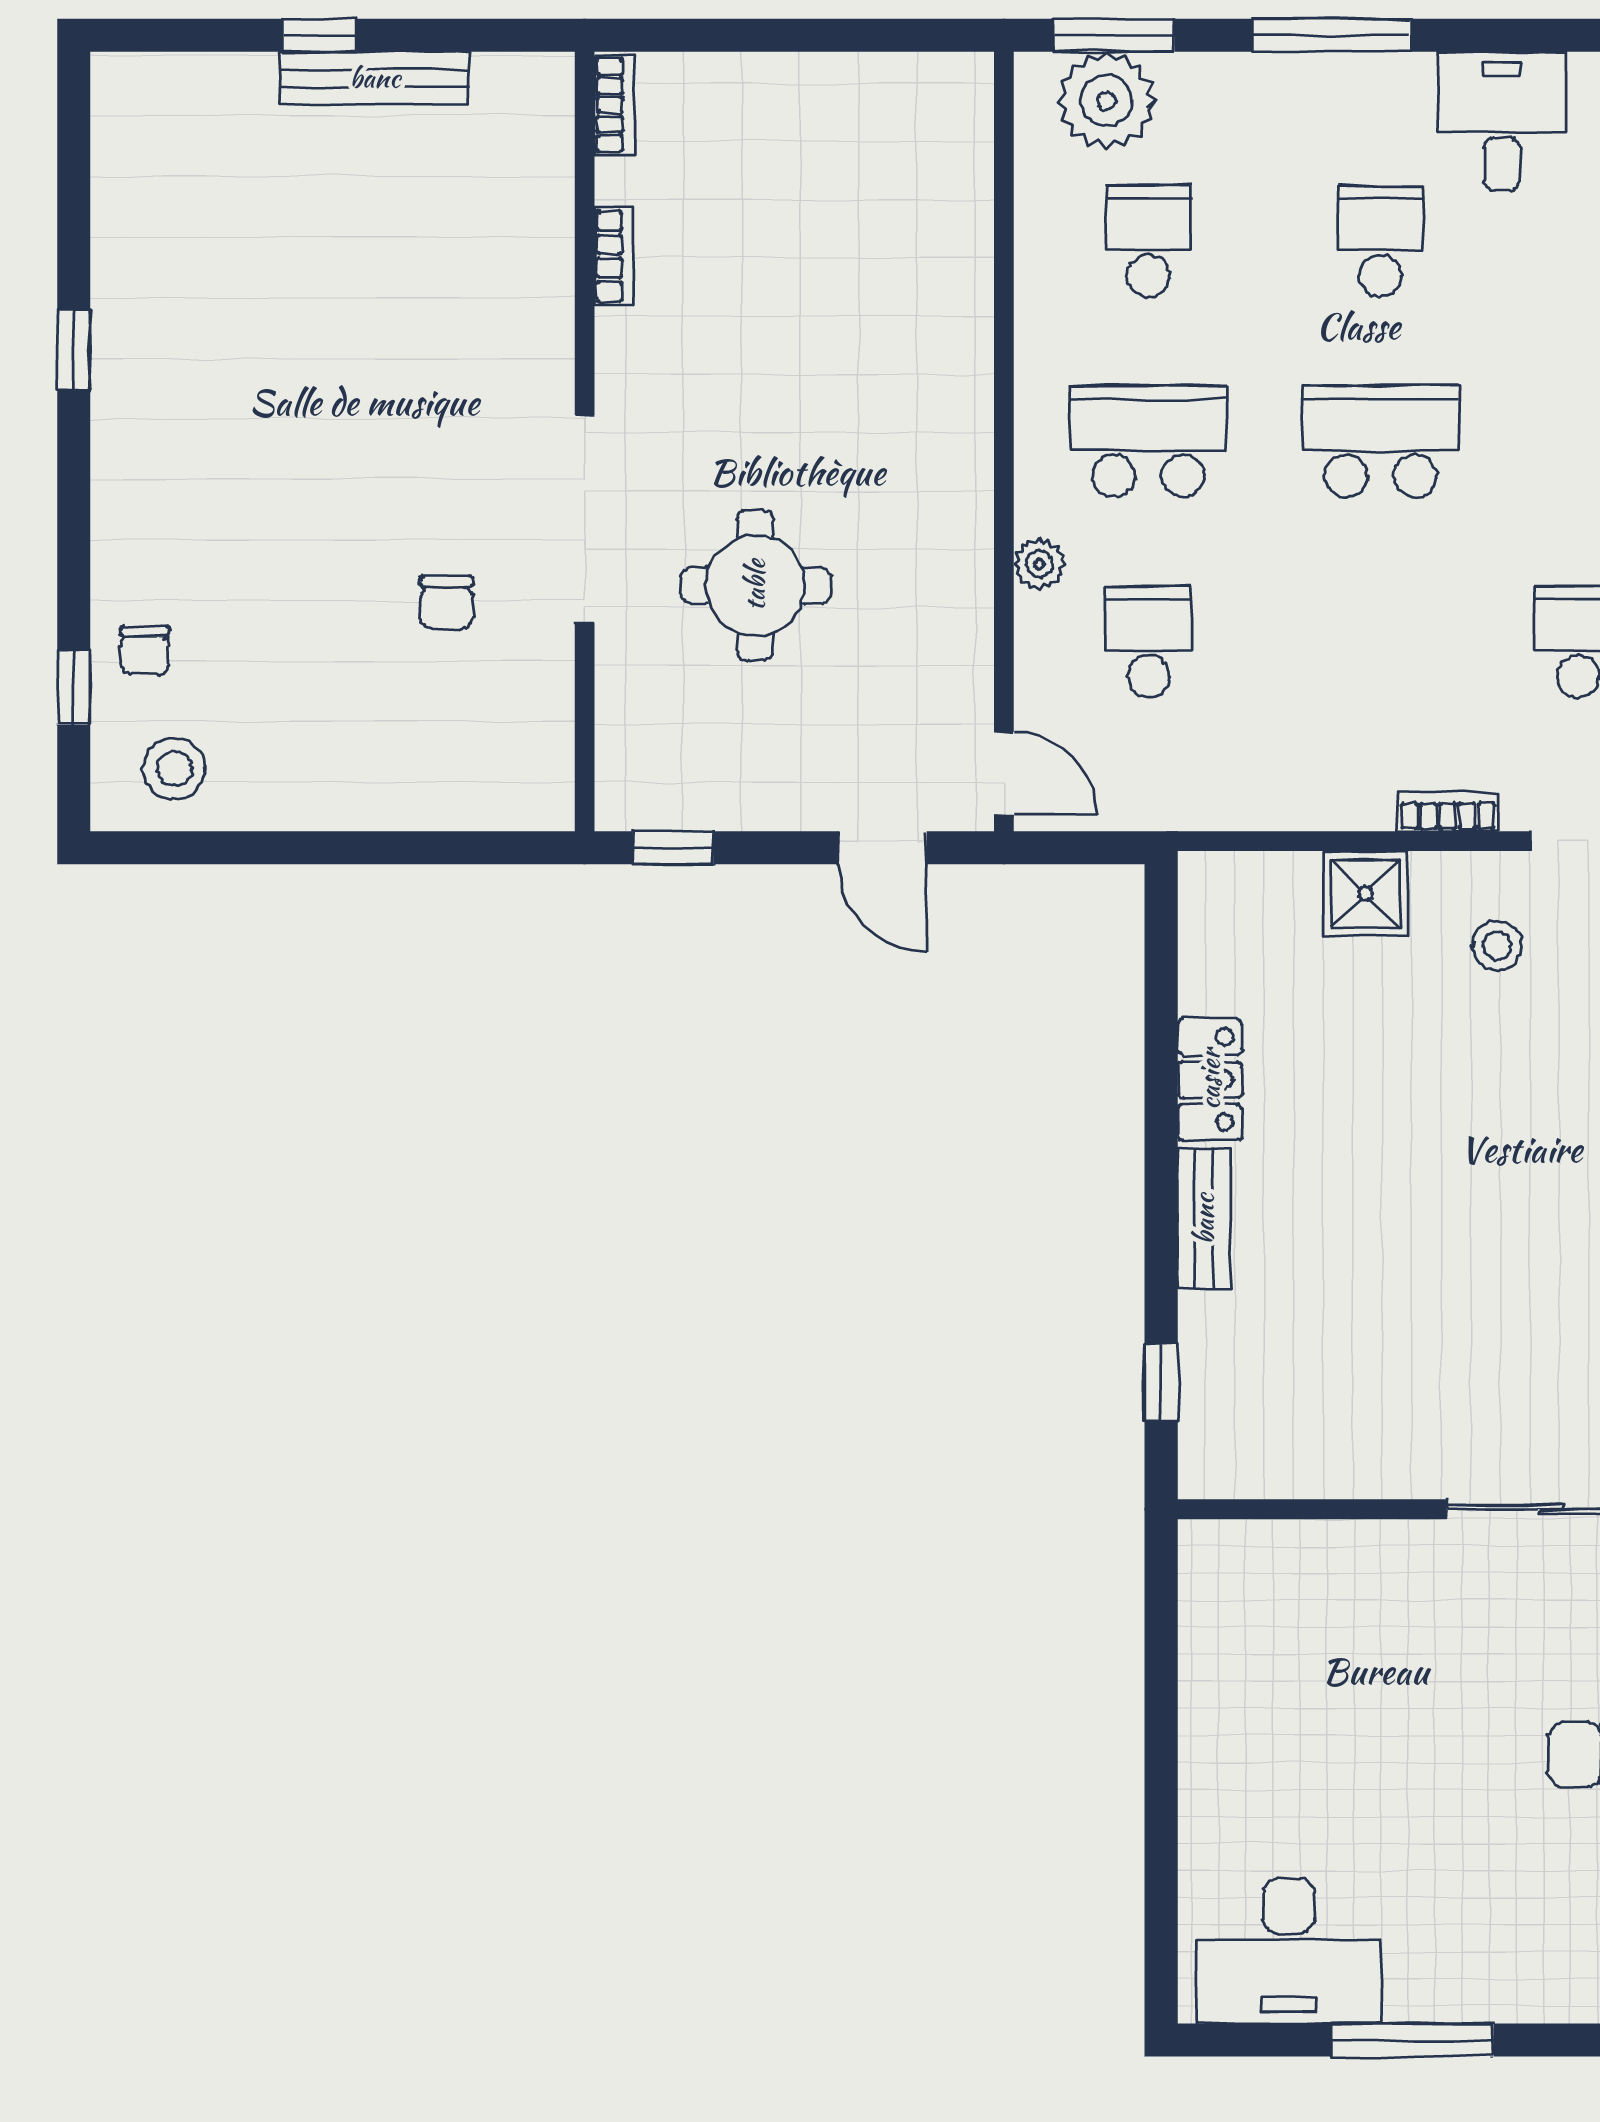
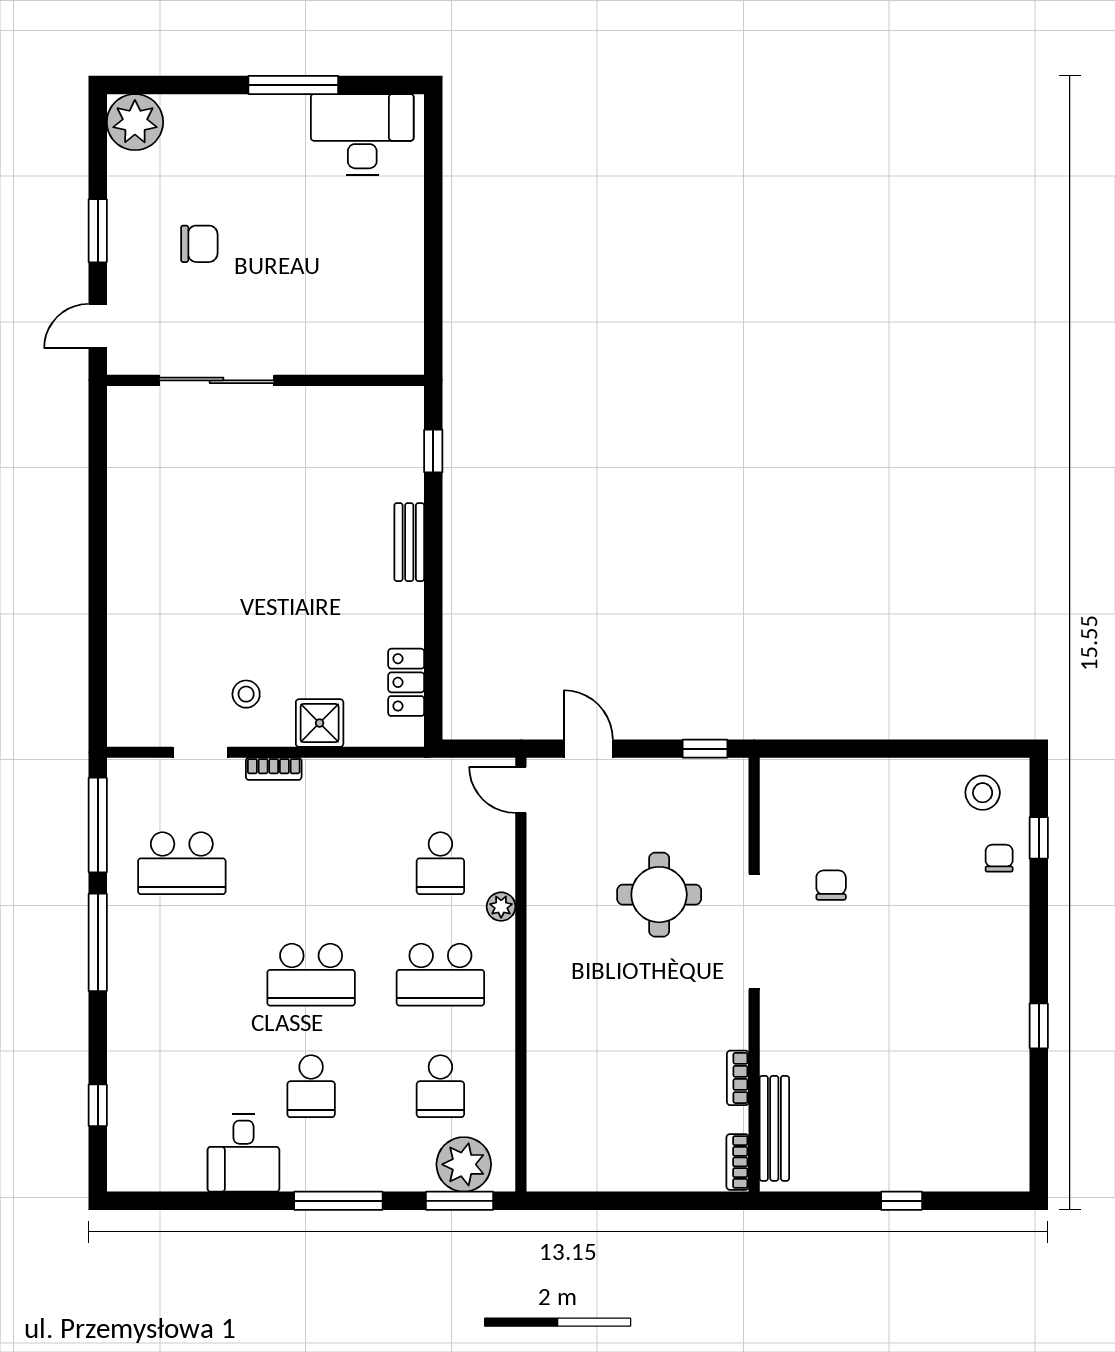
bench: (375, 78) -> (774, 1128), moved, turned 90
locker: (1210, 1079) -> (406, 682), moved

